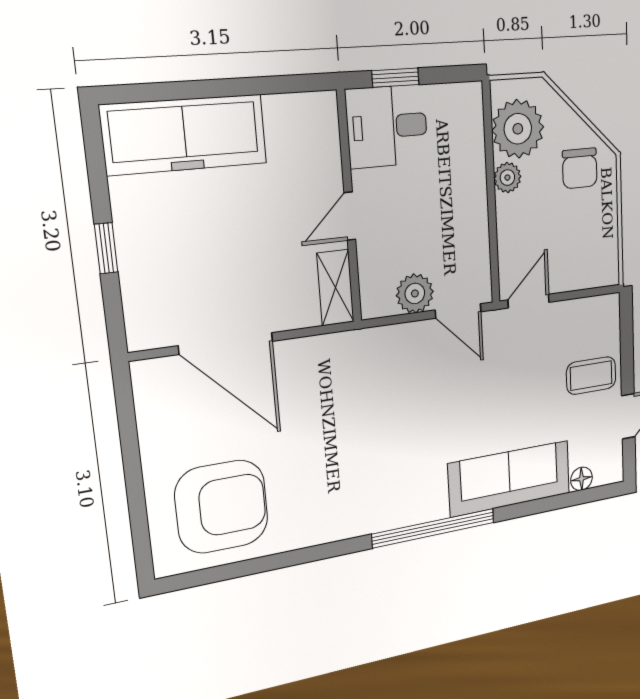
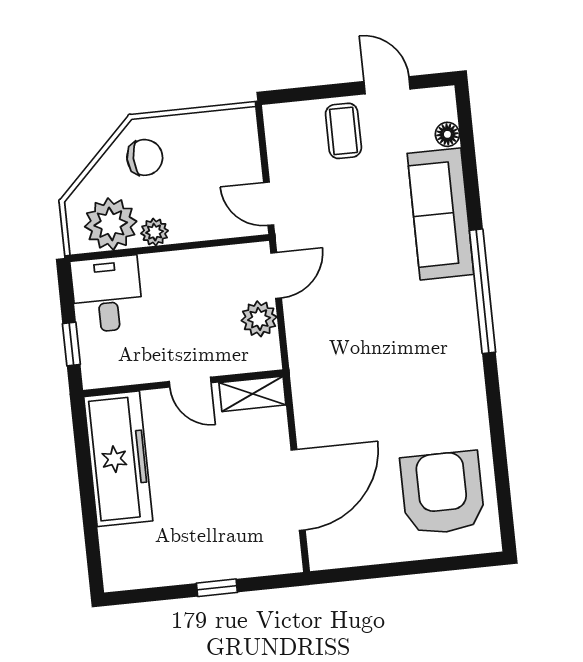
desk: (387, 126) -> (107, 294), moved, turned 180
freezer: (185, 135) -> (118, 459), moved

